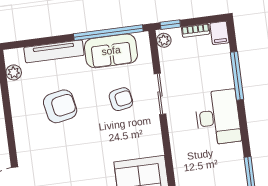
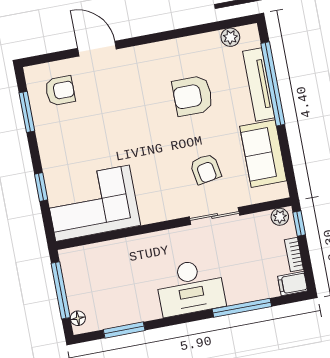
window: (108, 33) -> (273, 84), moved
armchair: (60, 106) -> (193, 96), turned 101

